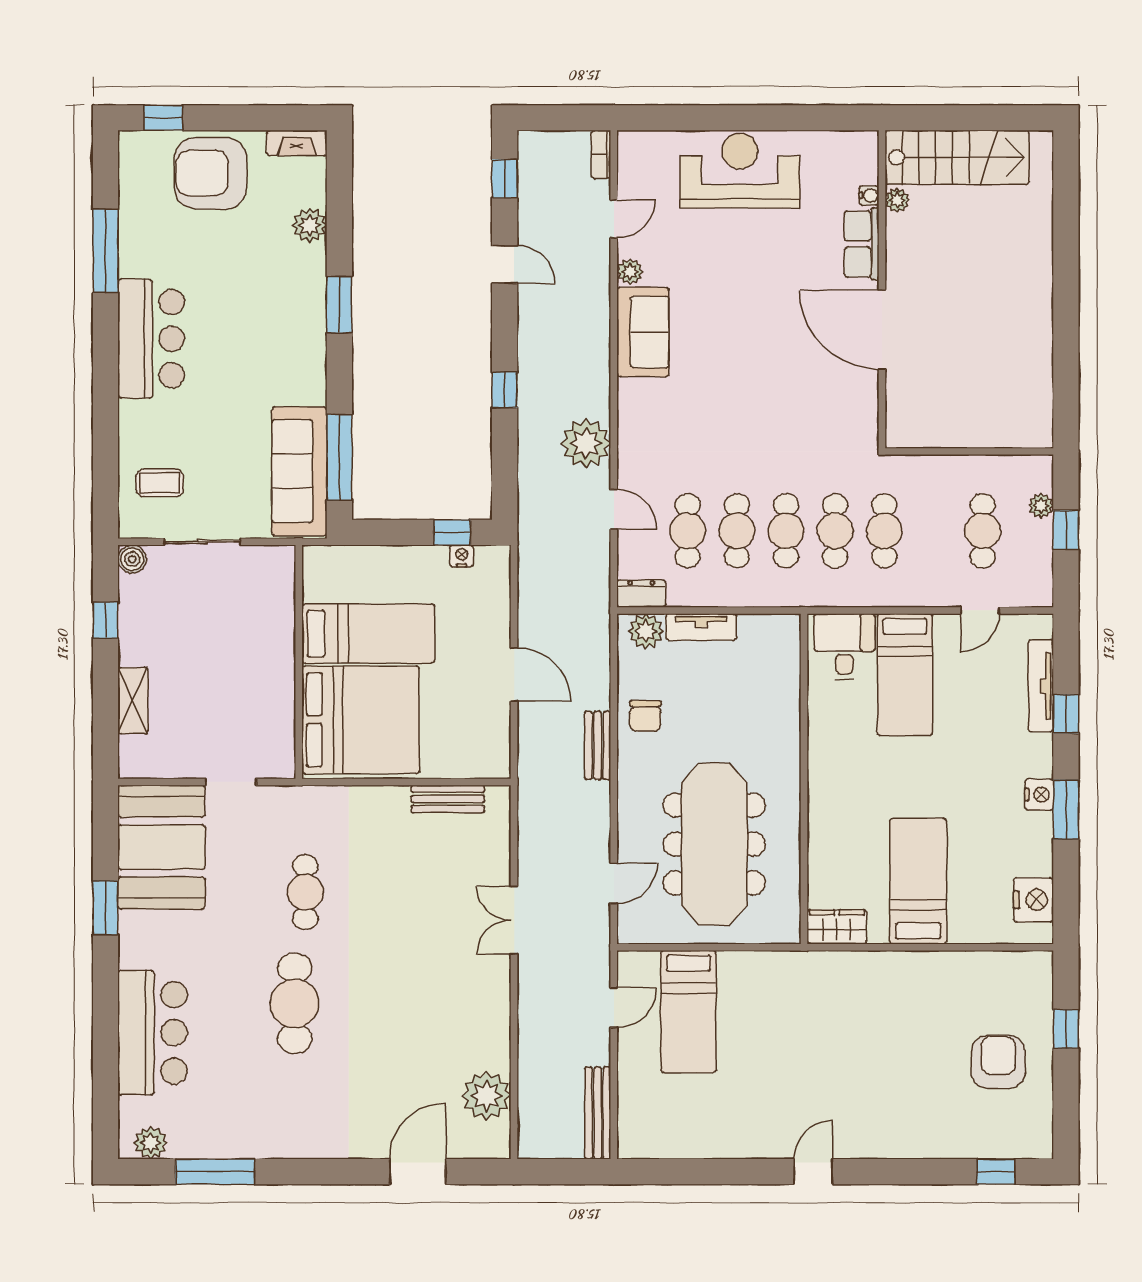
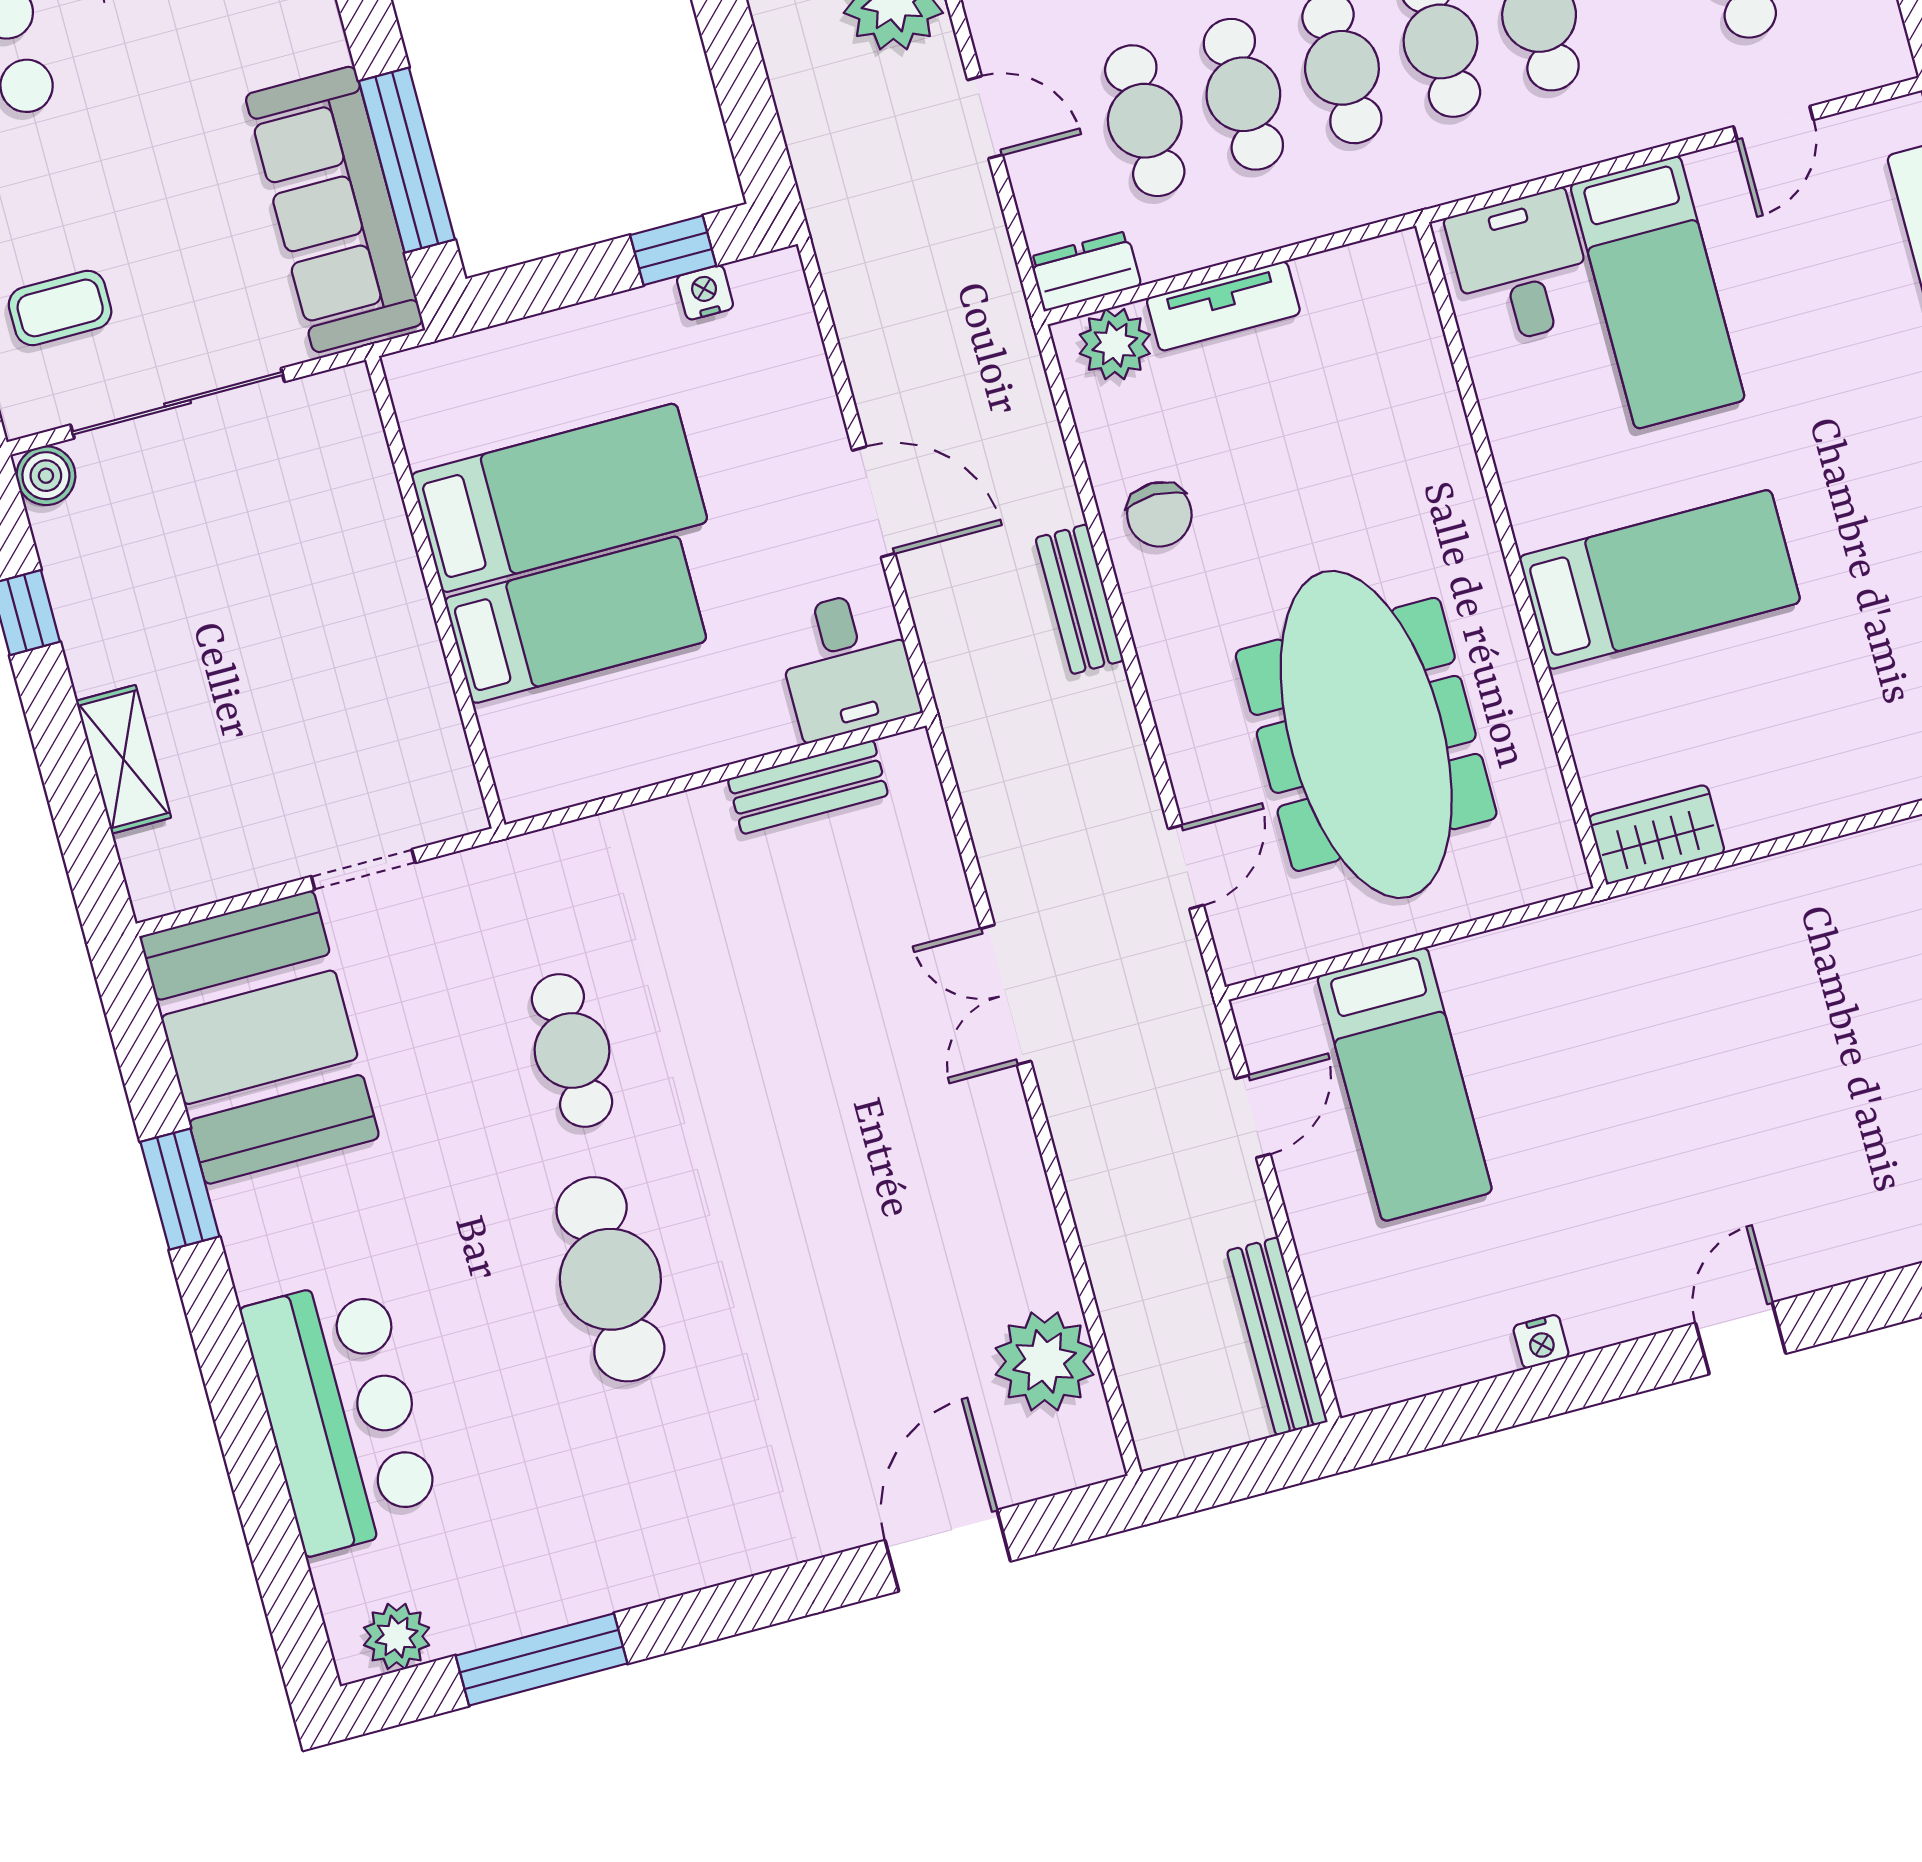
sliding door: (202, 542) -> (178, 403), width x1.37
bed: (361, 720) -> (576, 620), width x0.49
desk: (481, 747) -> (847, 665), added
bed: (918, 881) -> (1660, 579), moved, turned 90
nightstand: (720, 1148) -> (1541, 1342), added

